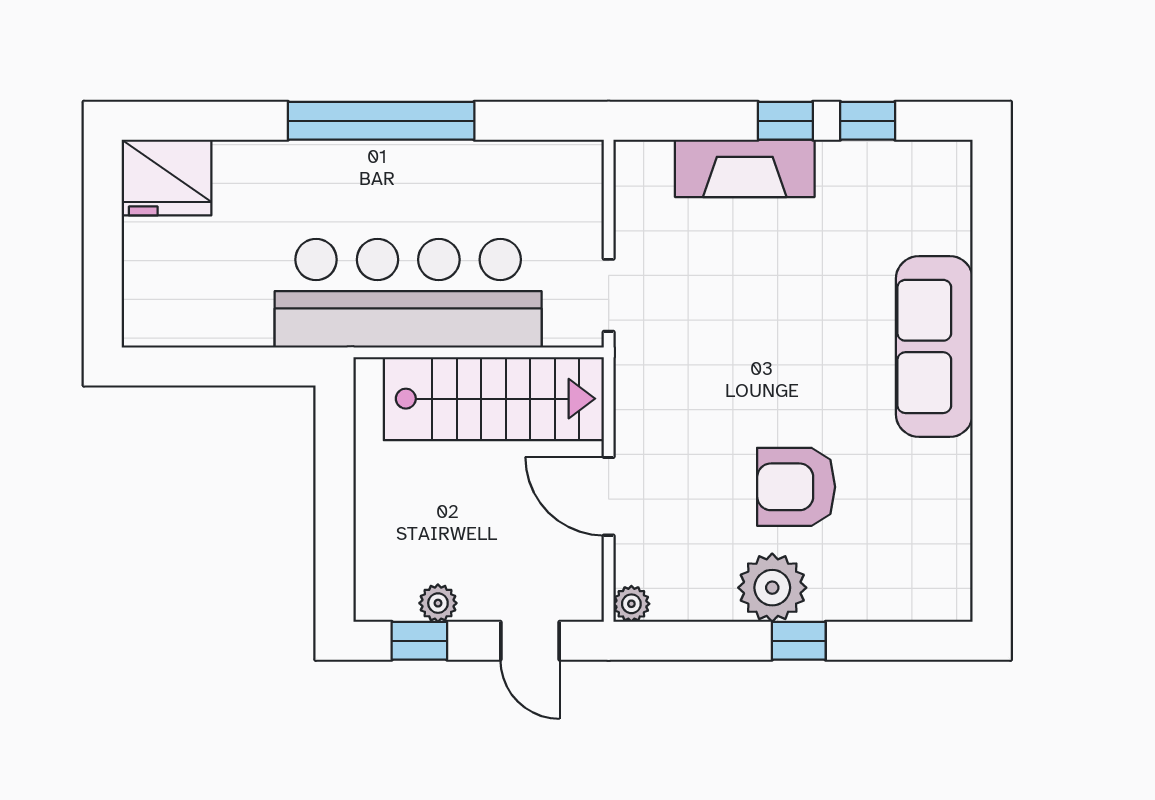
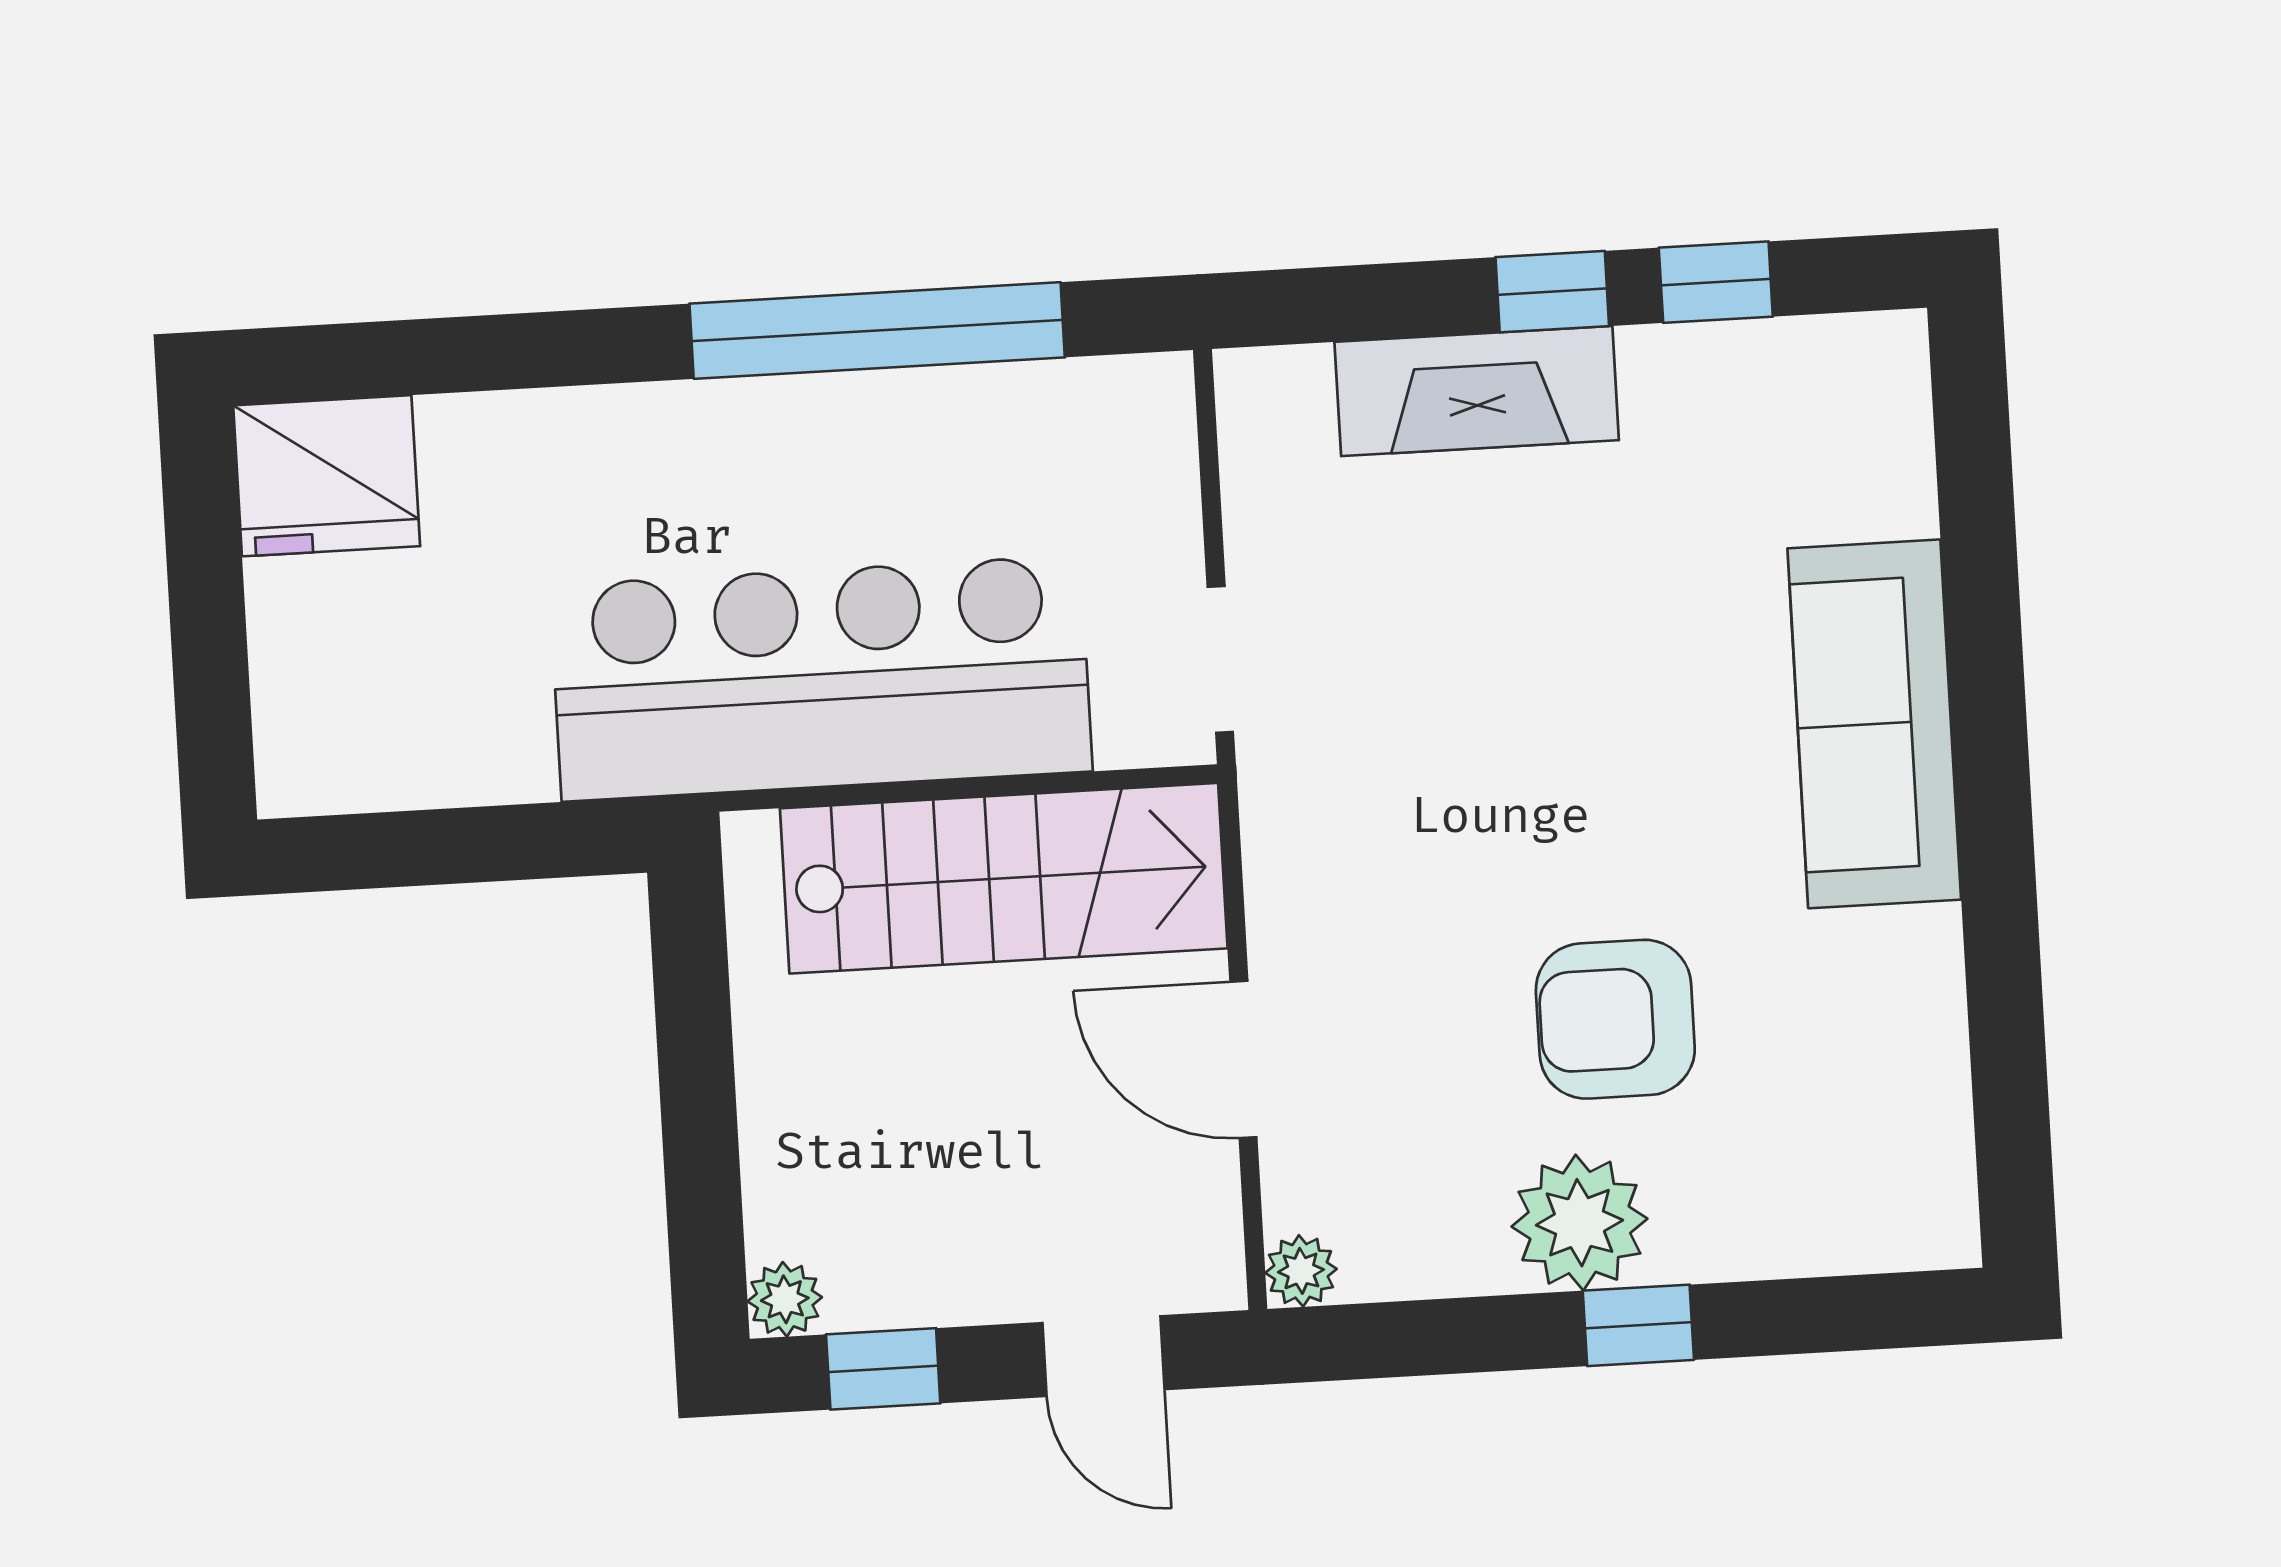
window: (381, 121) -> (877, 331), moved
plant: (438, 603) -> (785, 1299), moved

